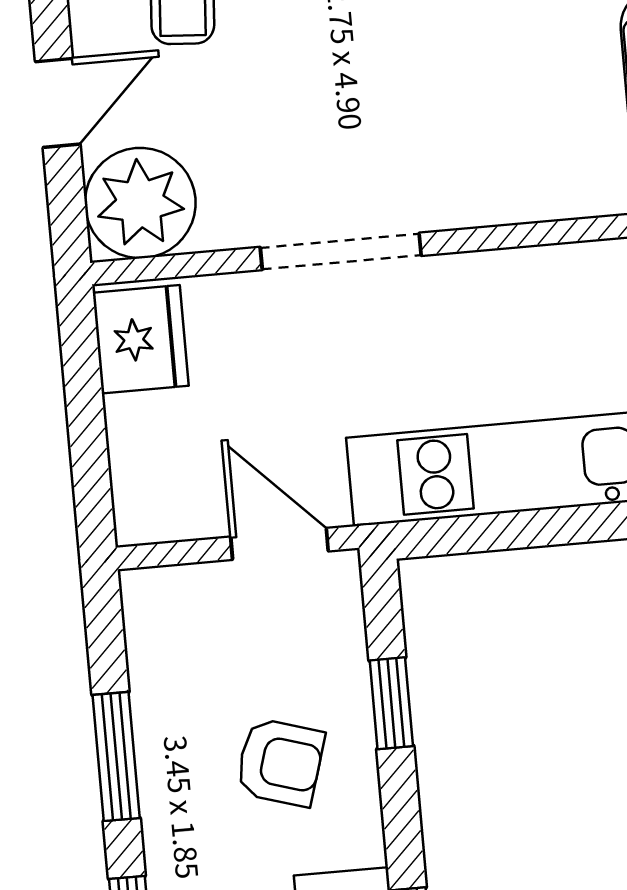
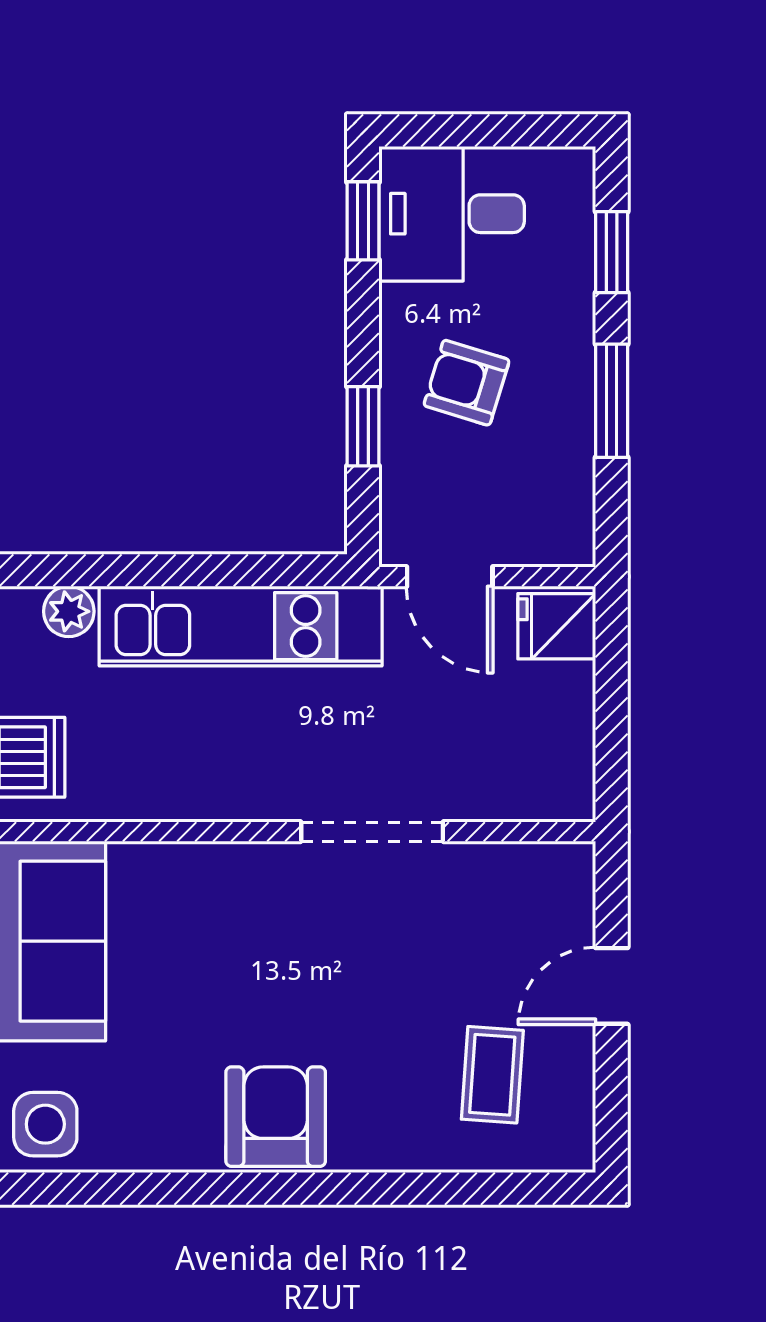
plant: (140, 203) -> (546, 890), removed
fridge: (141, 339) -> (557, 626), moved, width x0.72

